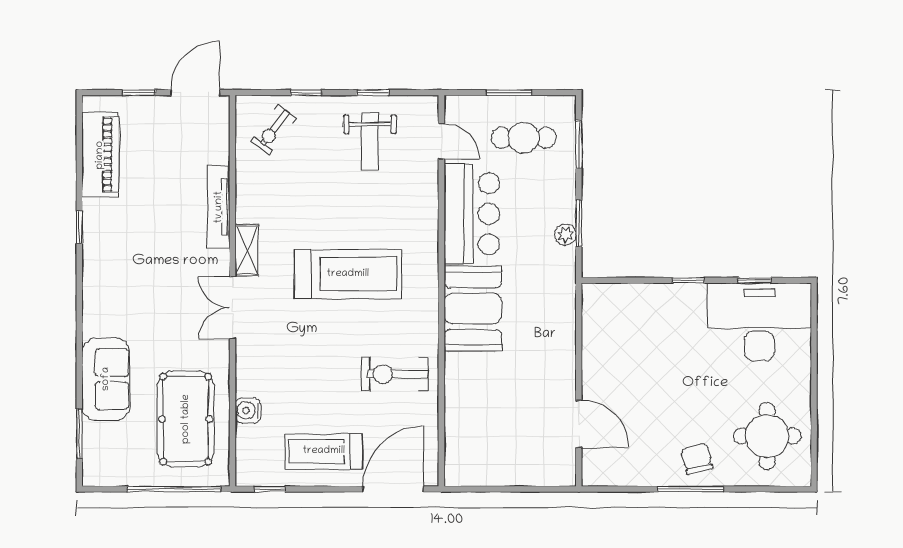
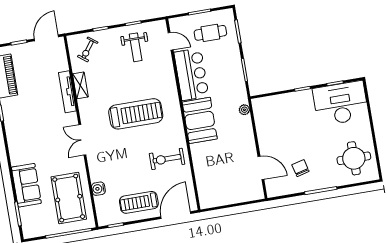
plant: (565, 235) -> (244, 110), moved
shelving: (247, 250) -> (80, 85), moved
chair: (697, 459) -> (300, 168), moved

